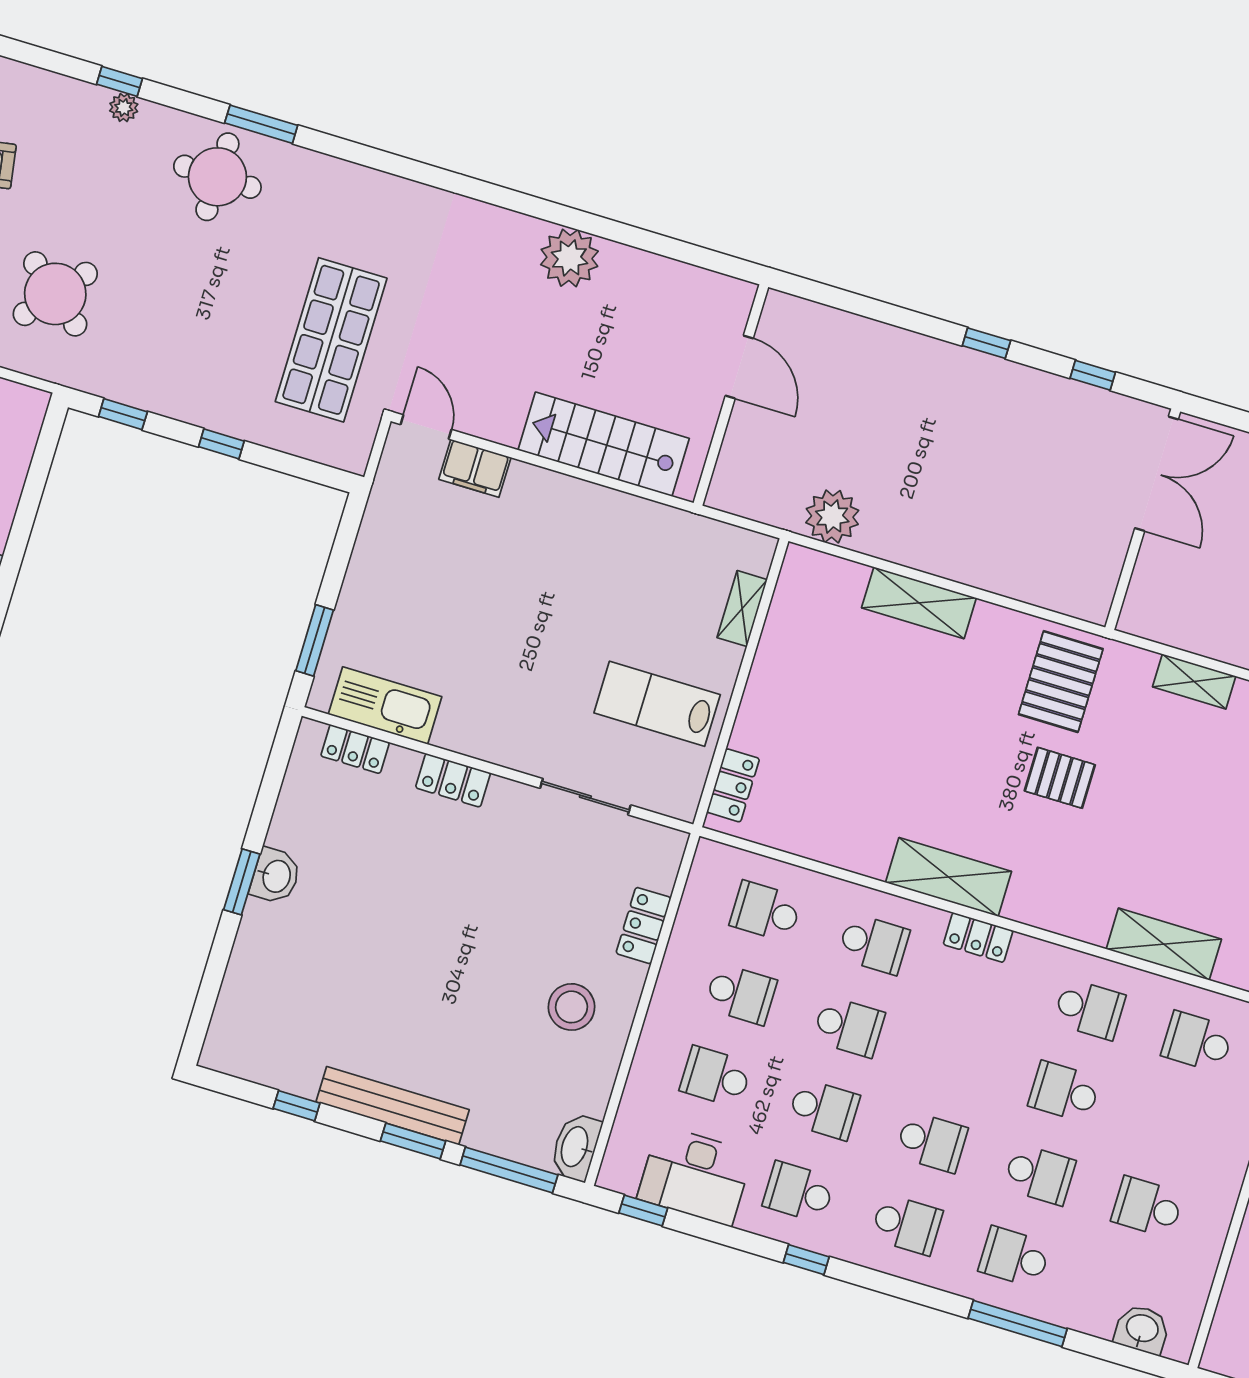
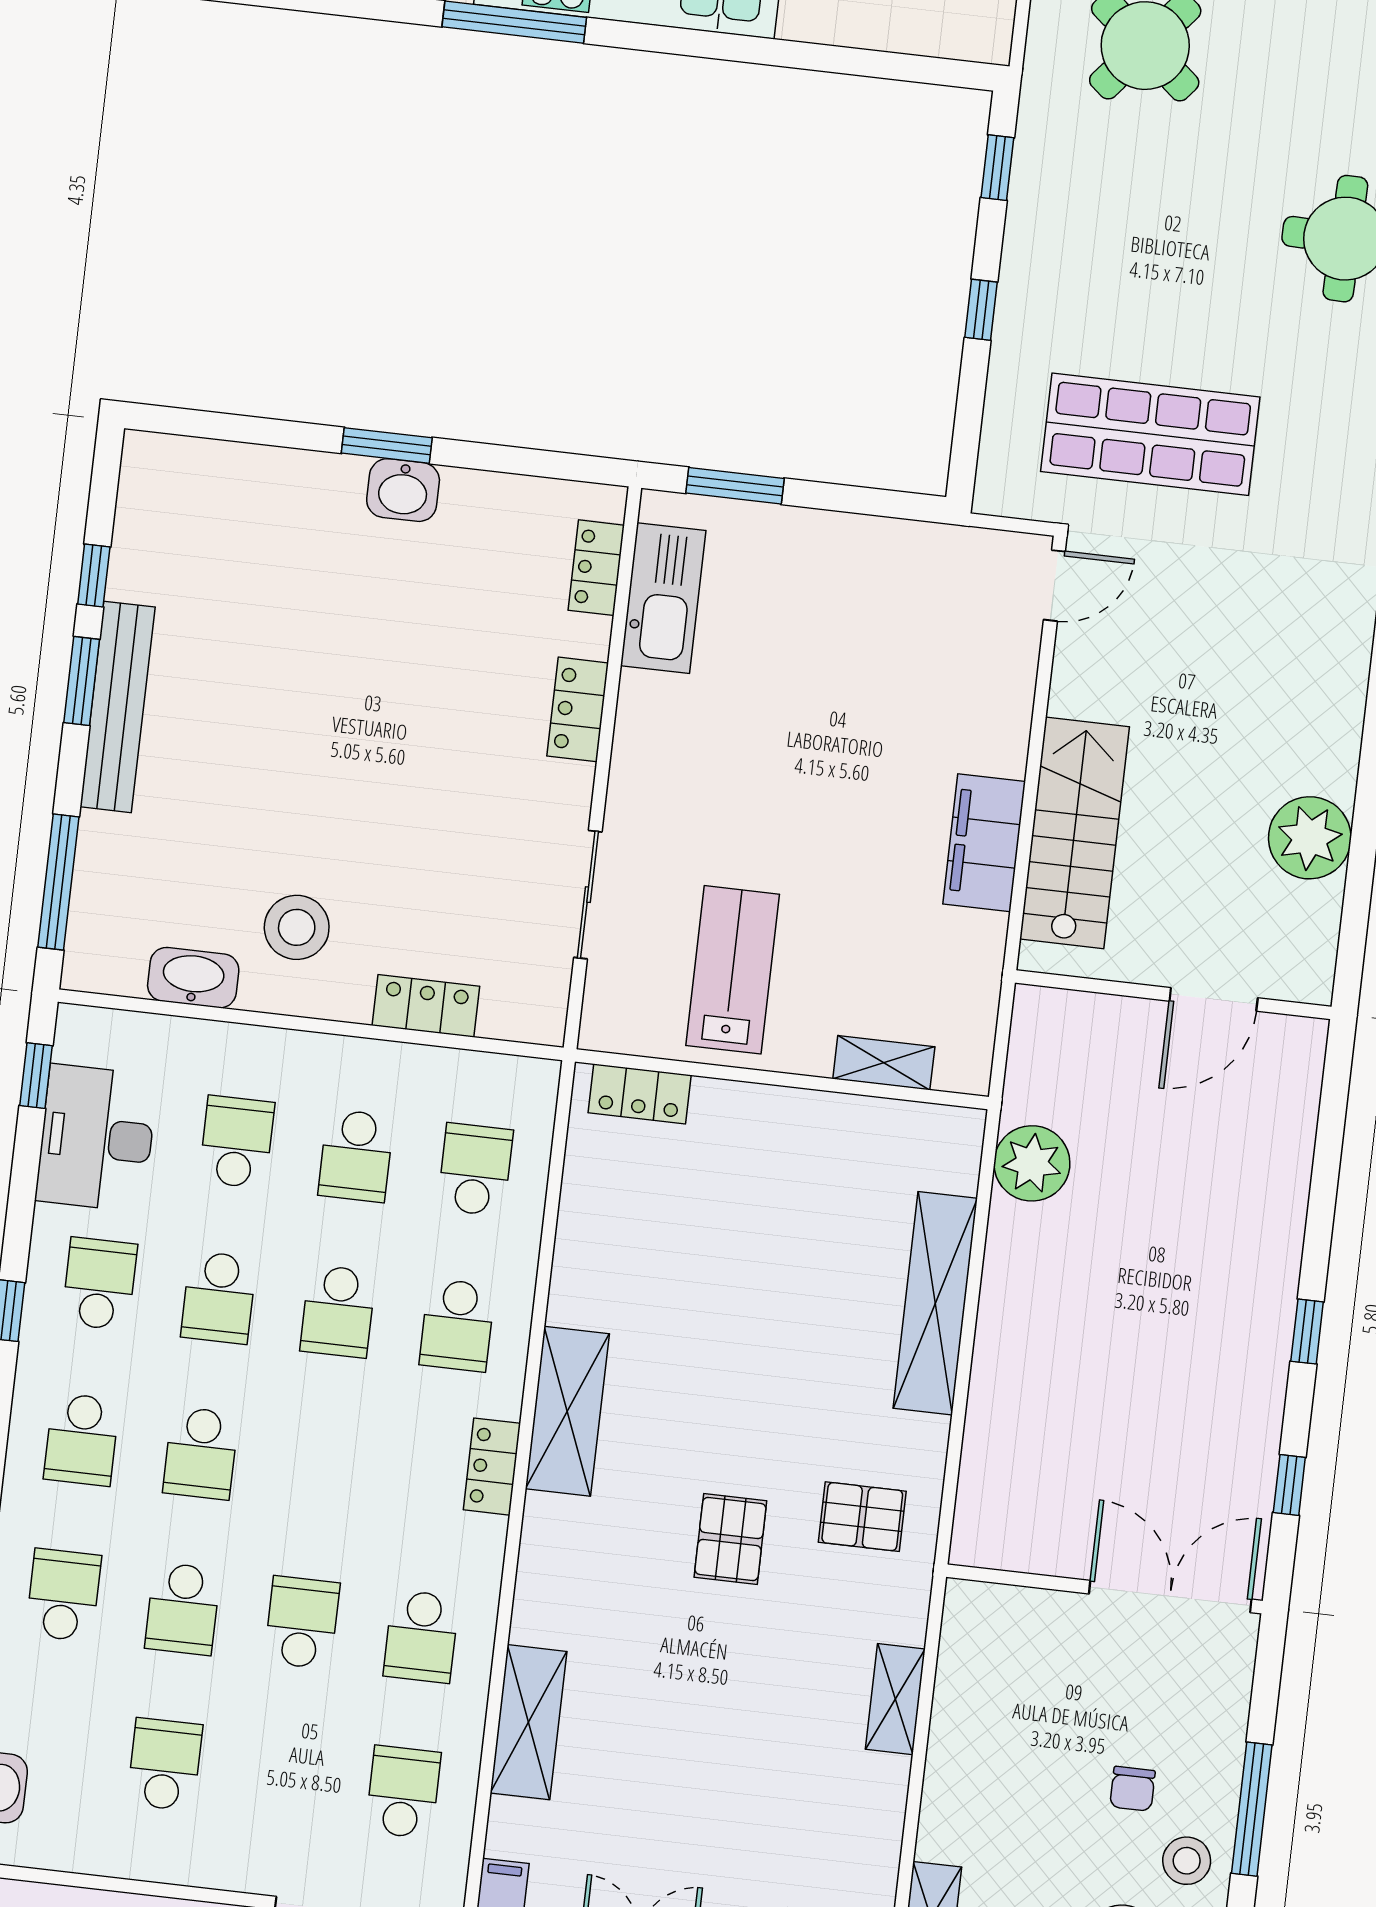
plant: (569, 258) -> (1310, 838), moved
filing cabinet: (475, 468) -> (984, 843), moved, width x1.50, depth x1.17
double door: (1157, 474) -> (1170, 1596), swing flipped
shelving: (919, 603) -> (935, 1303), width x1.47
pallet: (1061, 682) -> (862, 1517), width x0.67, depth x0.71
window: (413, 1141) -> (82, 681), moved
washbasin: (576, 1147) -> (193, 978), moved

